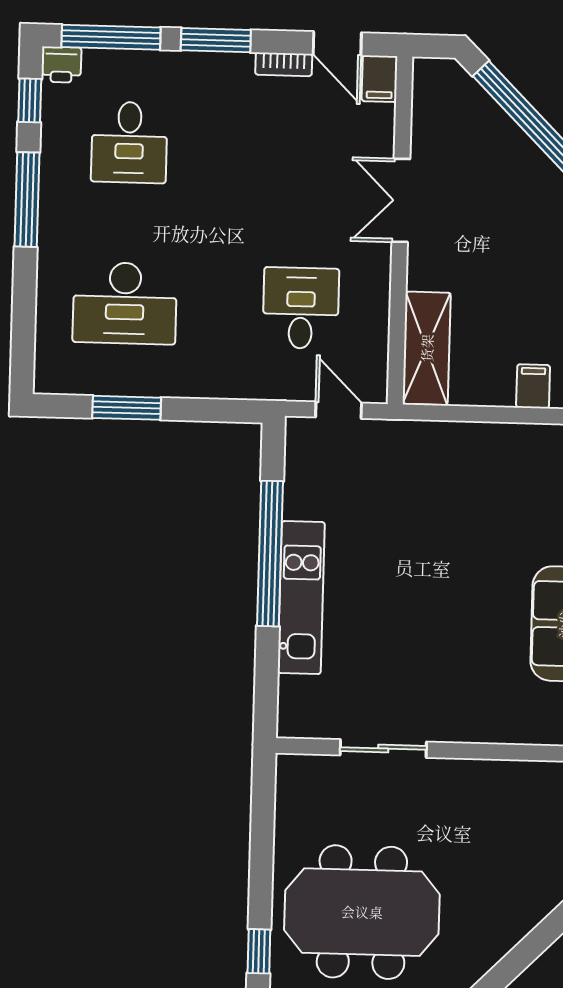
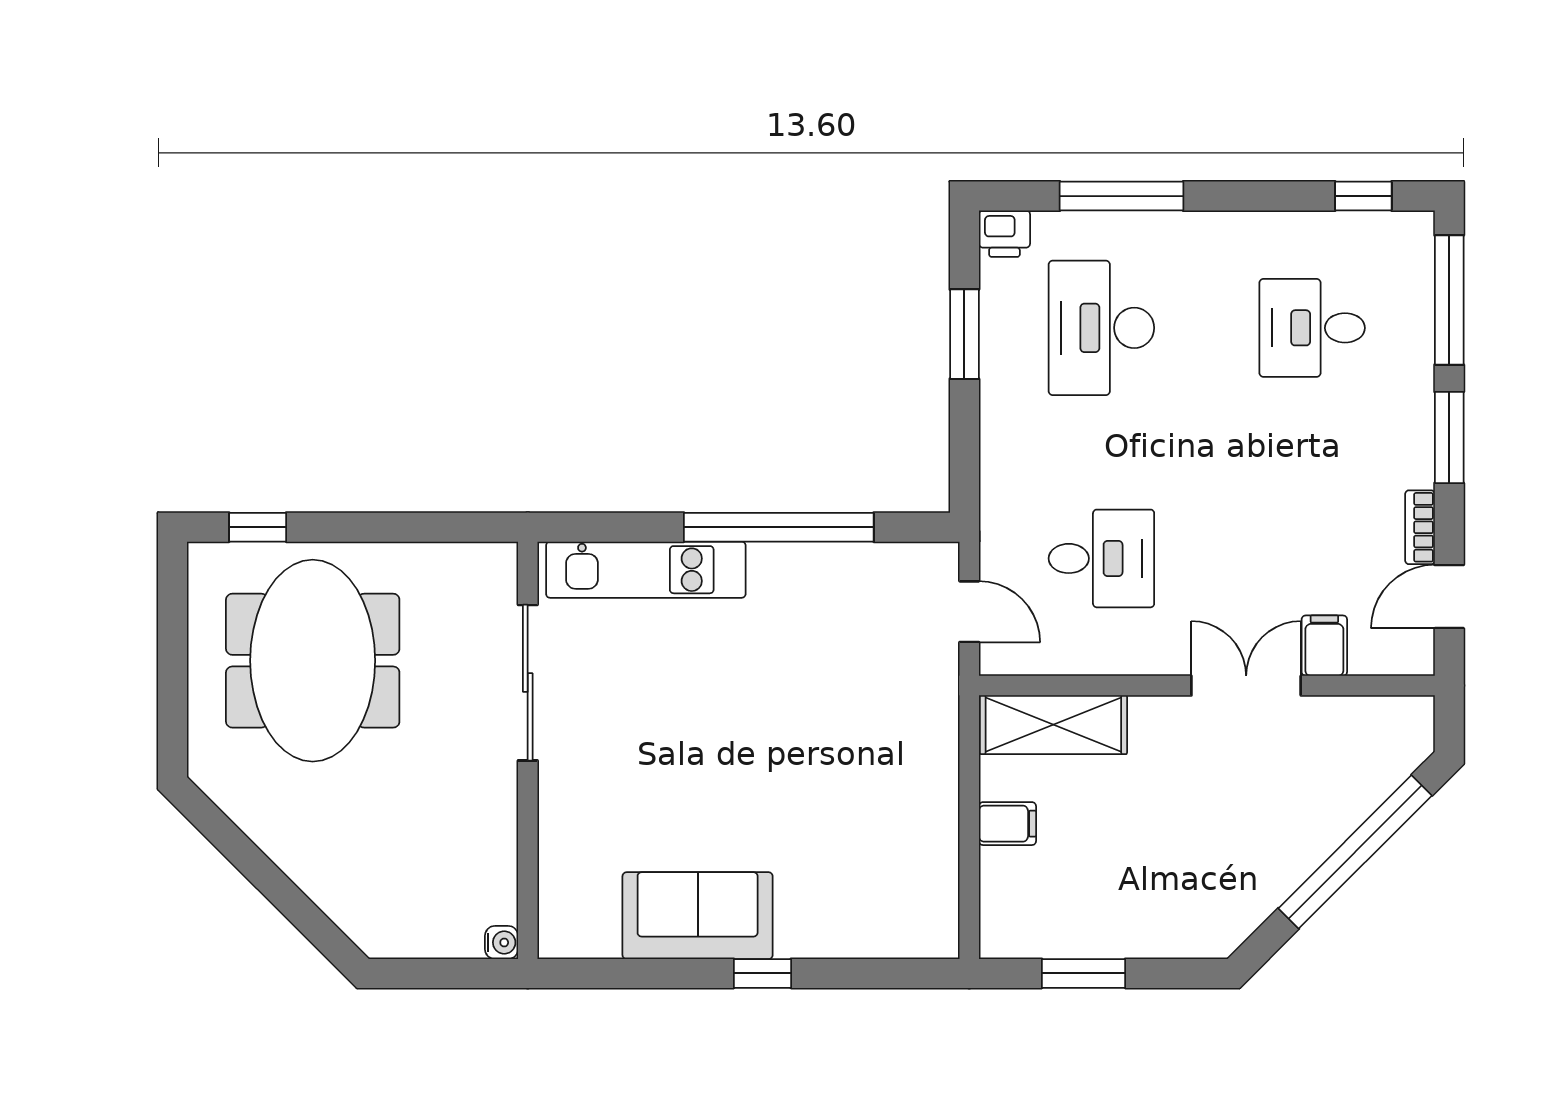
printer: (61, 65) -> (1004, 234), moved, turned -90
filing cabinet: (380, 79) -> (1324, 646), moved, turned 90
window: (27, 200) -> (1121, 196), moved
filing cabinet: (533, 386) -> (1007, 824), moved
door: (339, 410) -> (969, 612), hinge flipped
kitchen unit: (301, 598) -> (646, 570), moved
sliding door: (383, 748) -> (528, 683), width x1.37

